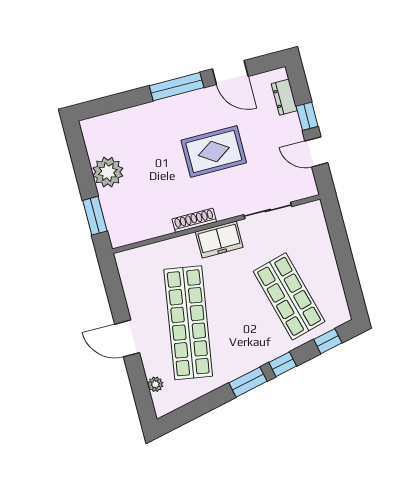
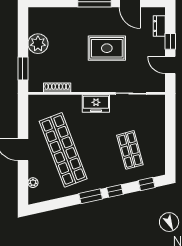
shoe rack: (194, 220) -> (57, 88), moved
shop shelf: (289, 296) -> (130, 150), width x0.70, depth x0.74
shop shelf: (188, 323) -> (63, 150), turned -30

